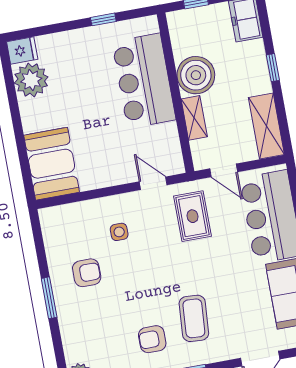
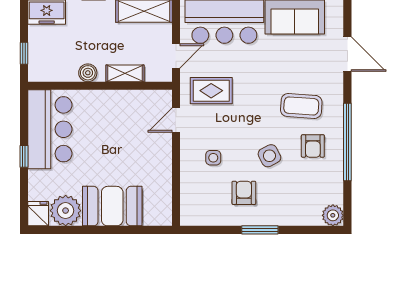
window: (103, 19) -> (24, 156), moved
boiler: (196, 75) -> (88, 73), width x0.54, depth x0.54
bar counter: (144, 81) -> (50, 129), moved, turned -90
booth: (52, 164) -> (112, 206), moved
side table: (133, 293) -> (269, 156), added

